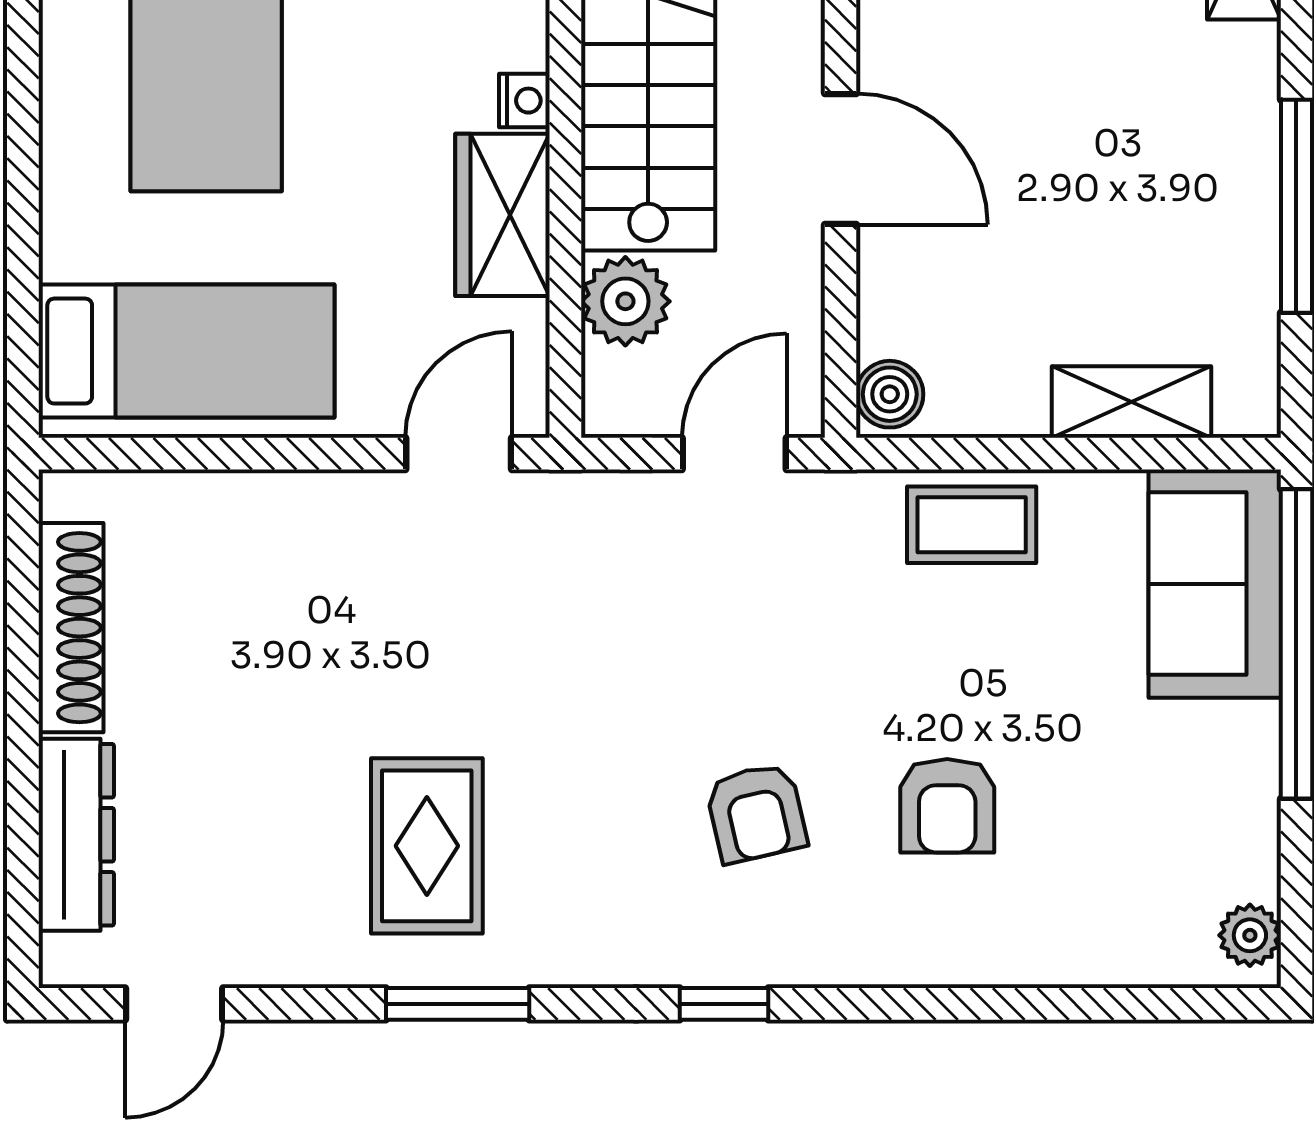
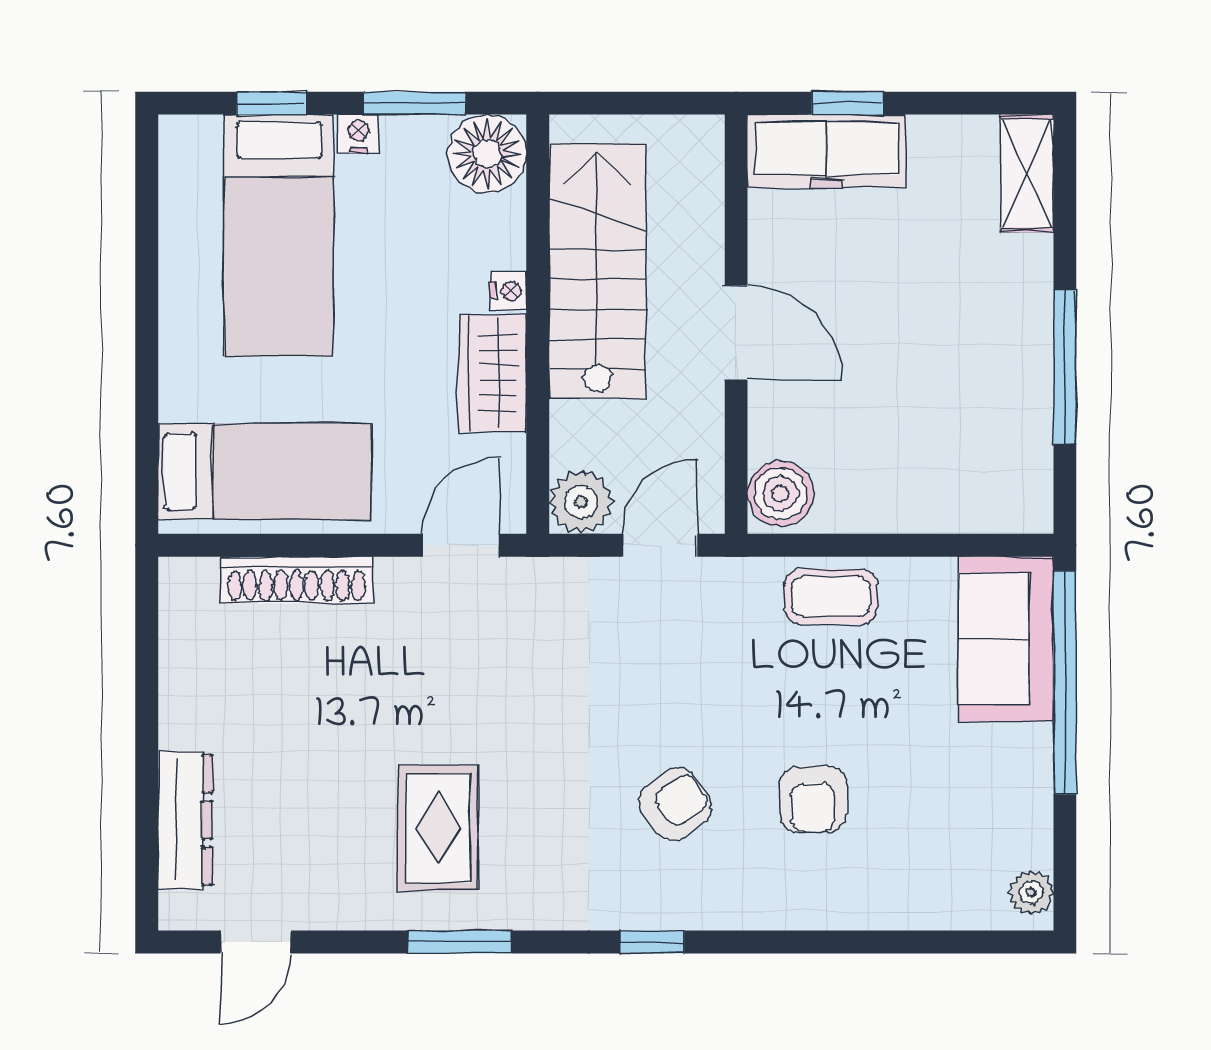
plant: (625, 301) -> (581, 502), moved
boiler: (890, 394) -> (780, 494), width x1.36, depth x1.36
shelving: (1131, 402) -> (946, 508), removed
shoe rack: (71, 628) -> (296, 580), moved, turned 90
armchair: (756, 813) -> (675, 804), turned -113

